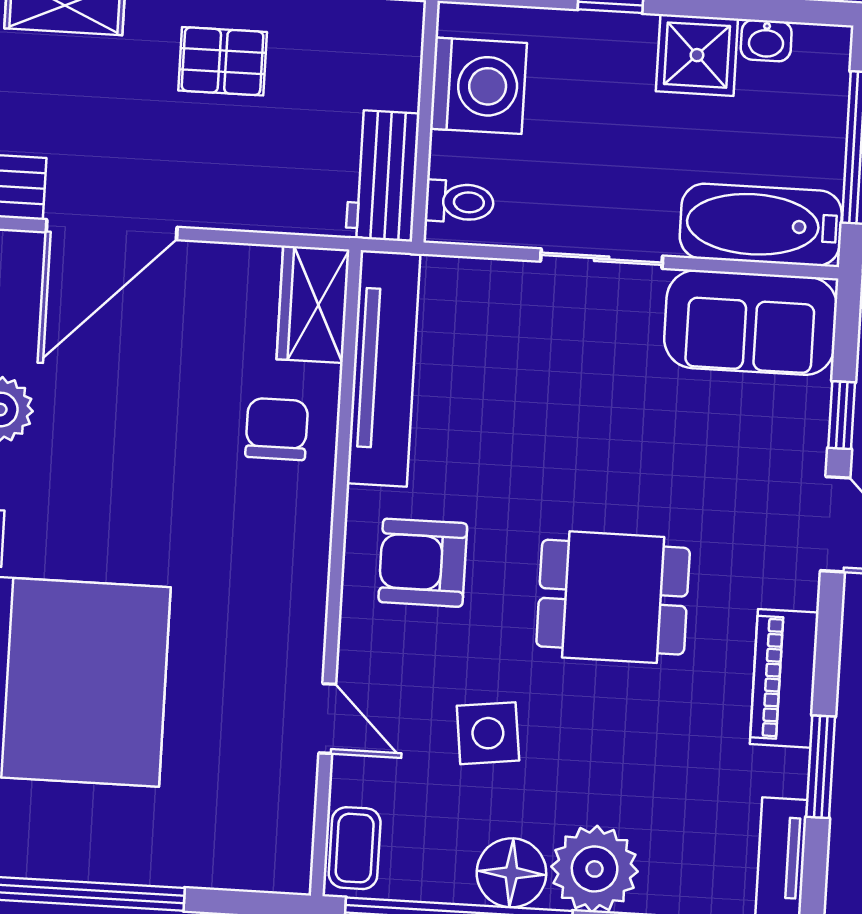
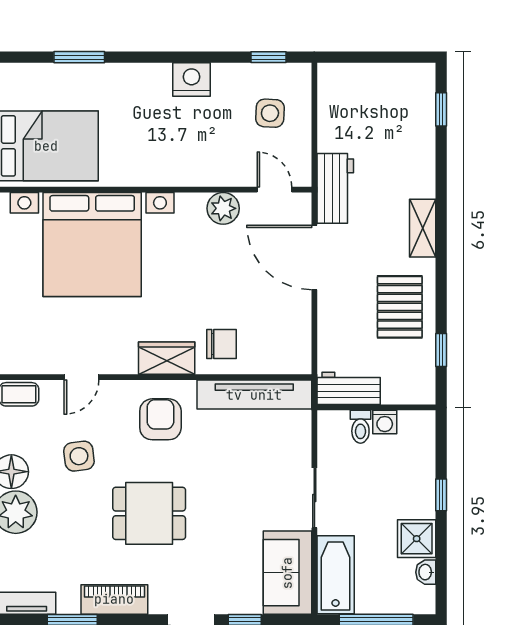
pallet: (223, 61) -> (400, 307), width x1.50, depth x1.42
washing machine: (478, 86) -> (385, 422), width x0.53, depth x0.53
toilet: (459, 202) -> (360, 427), moved
wardrobe: (313, 304) -> (167, 358), moved
dining table: (613, 597) -> (149, 513), turned 90

